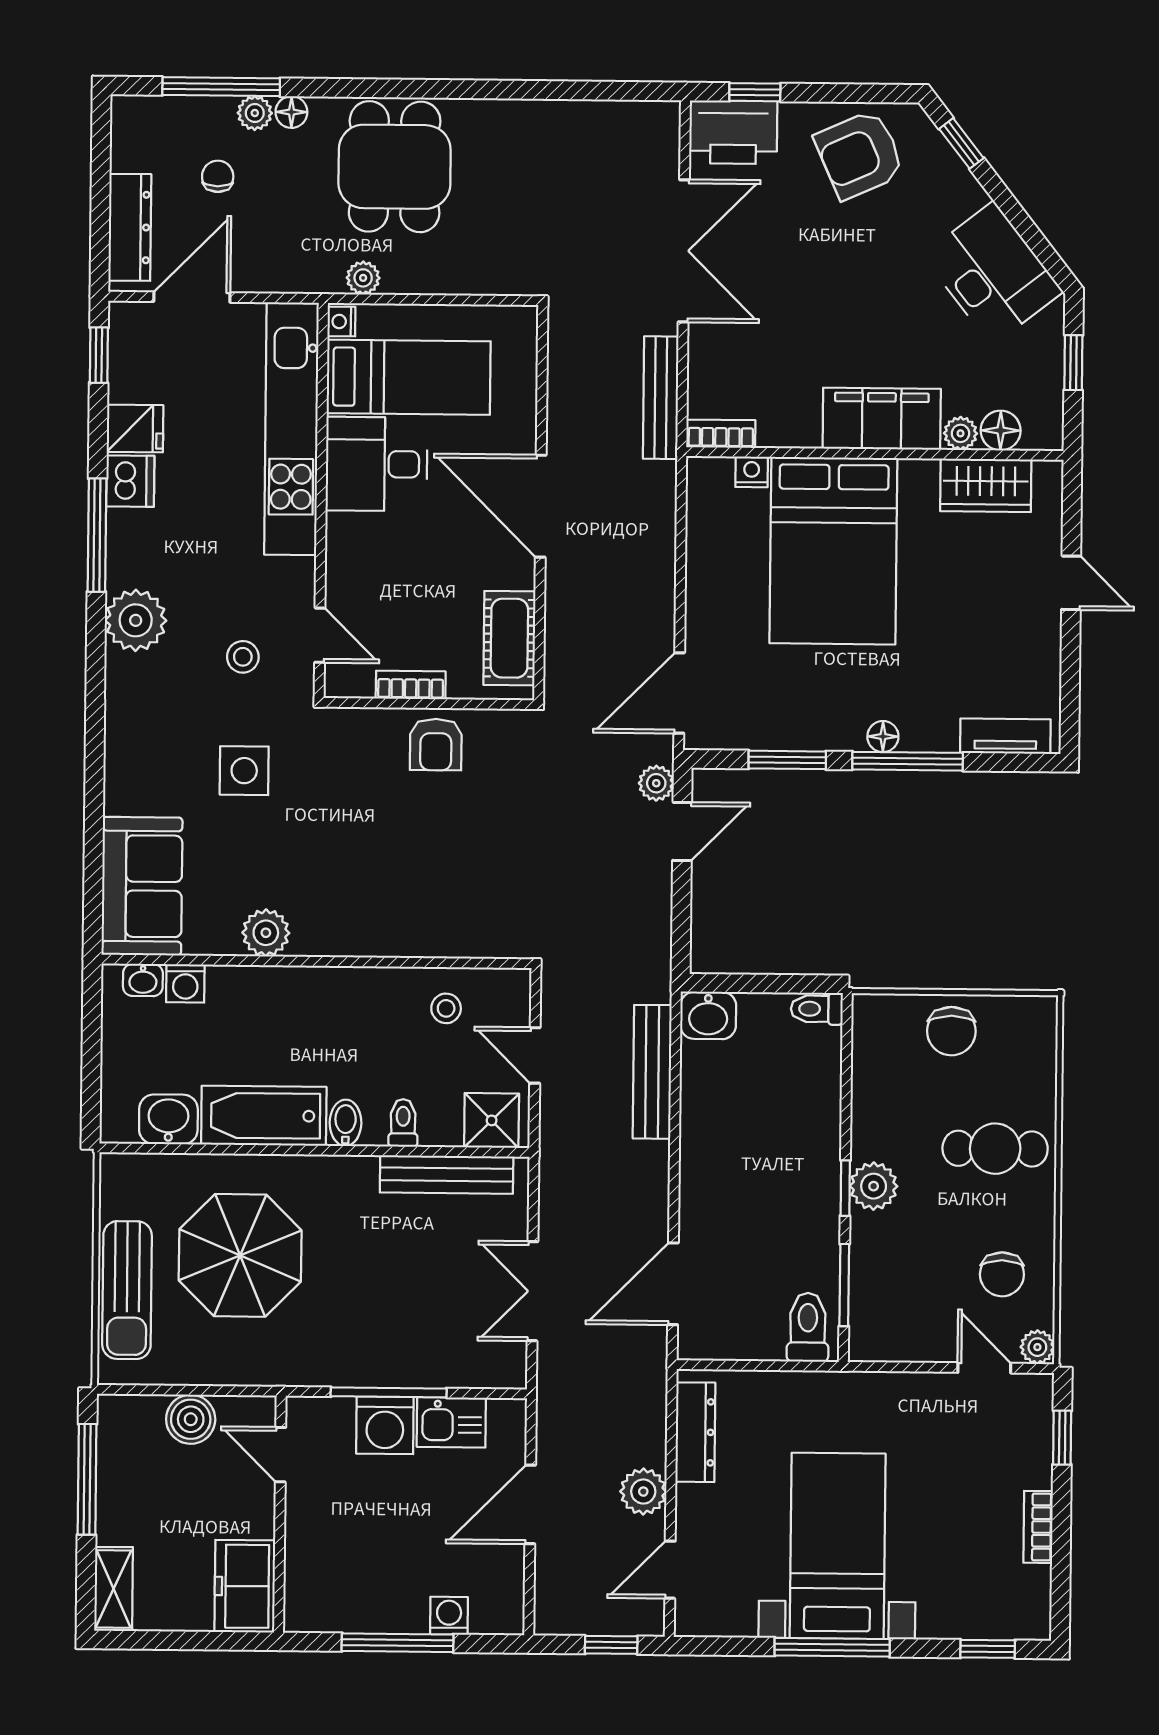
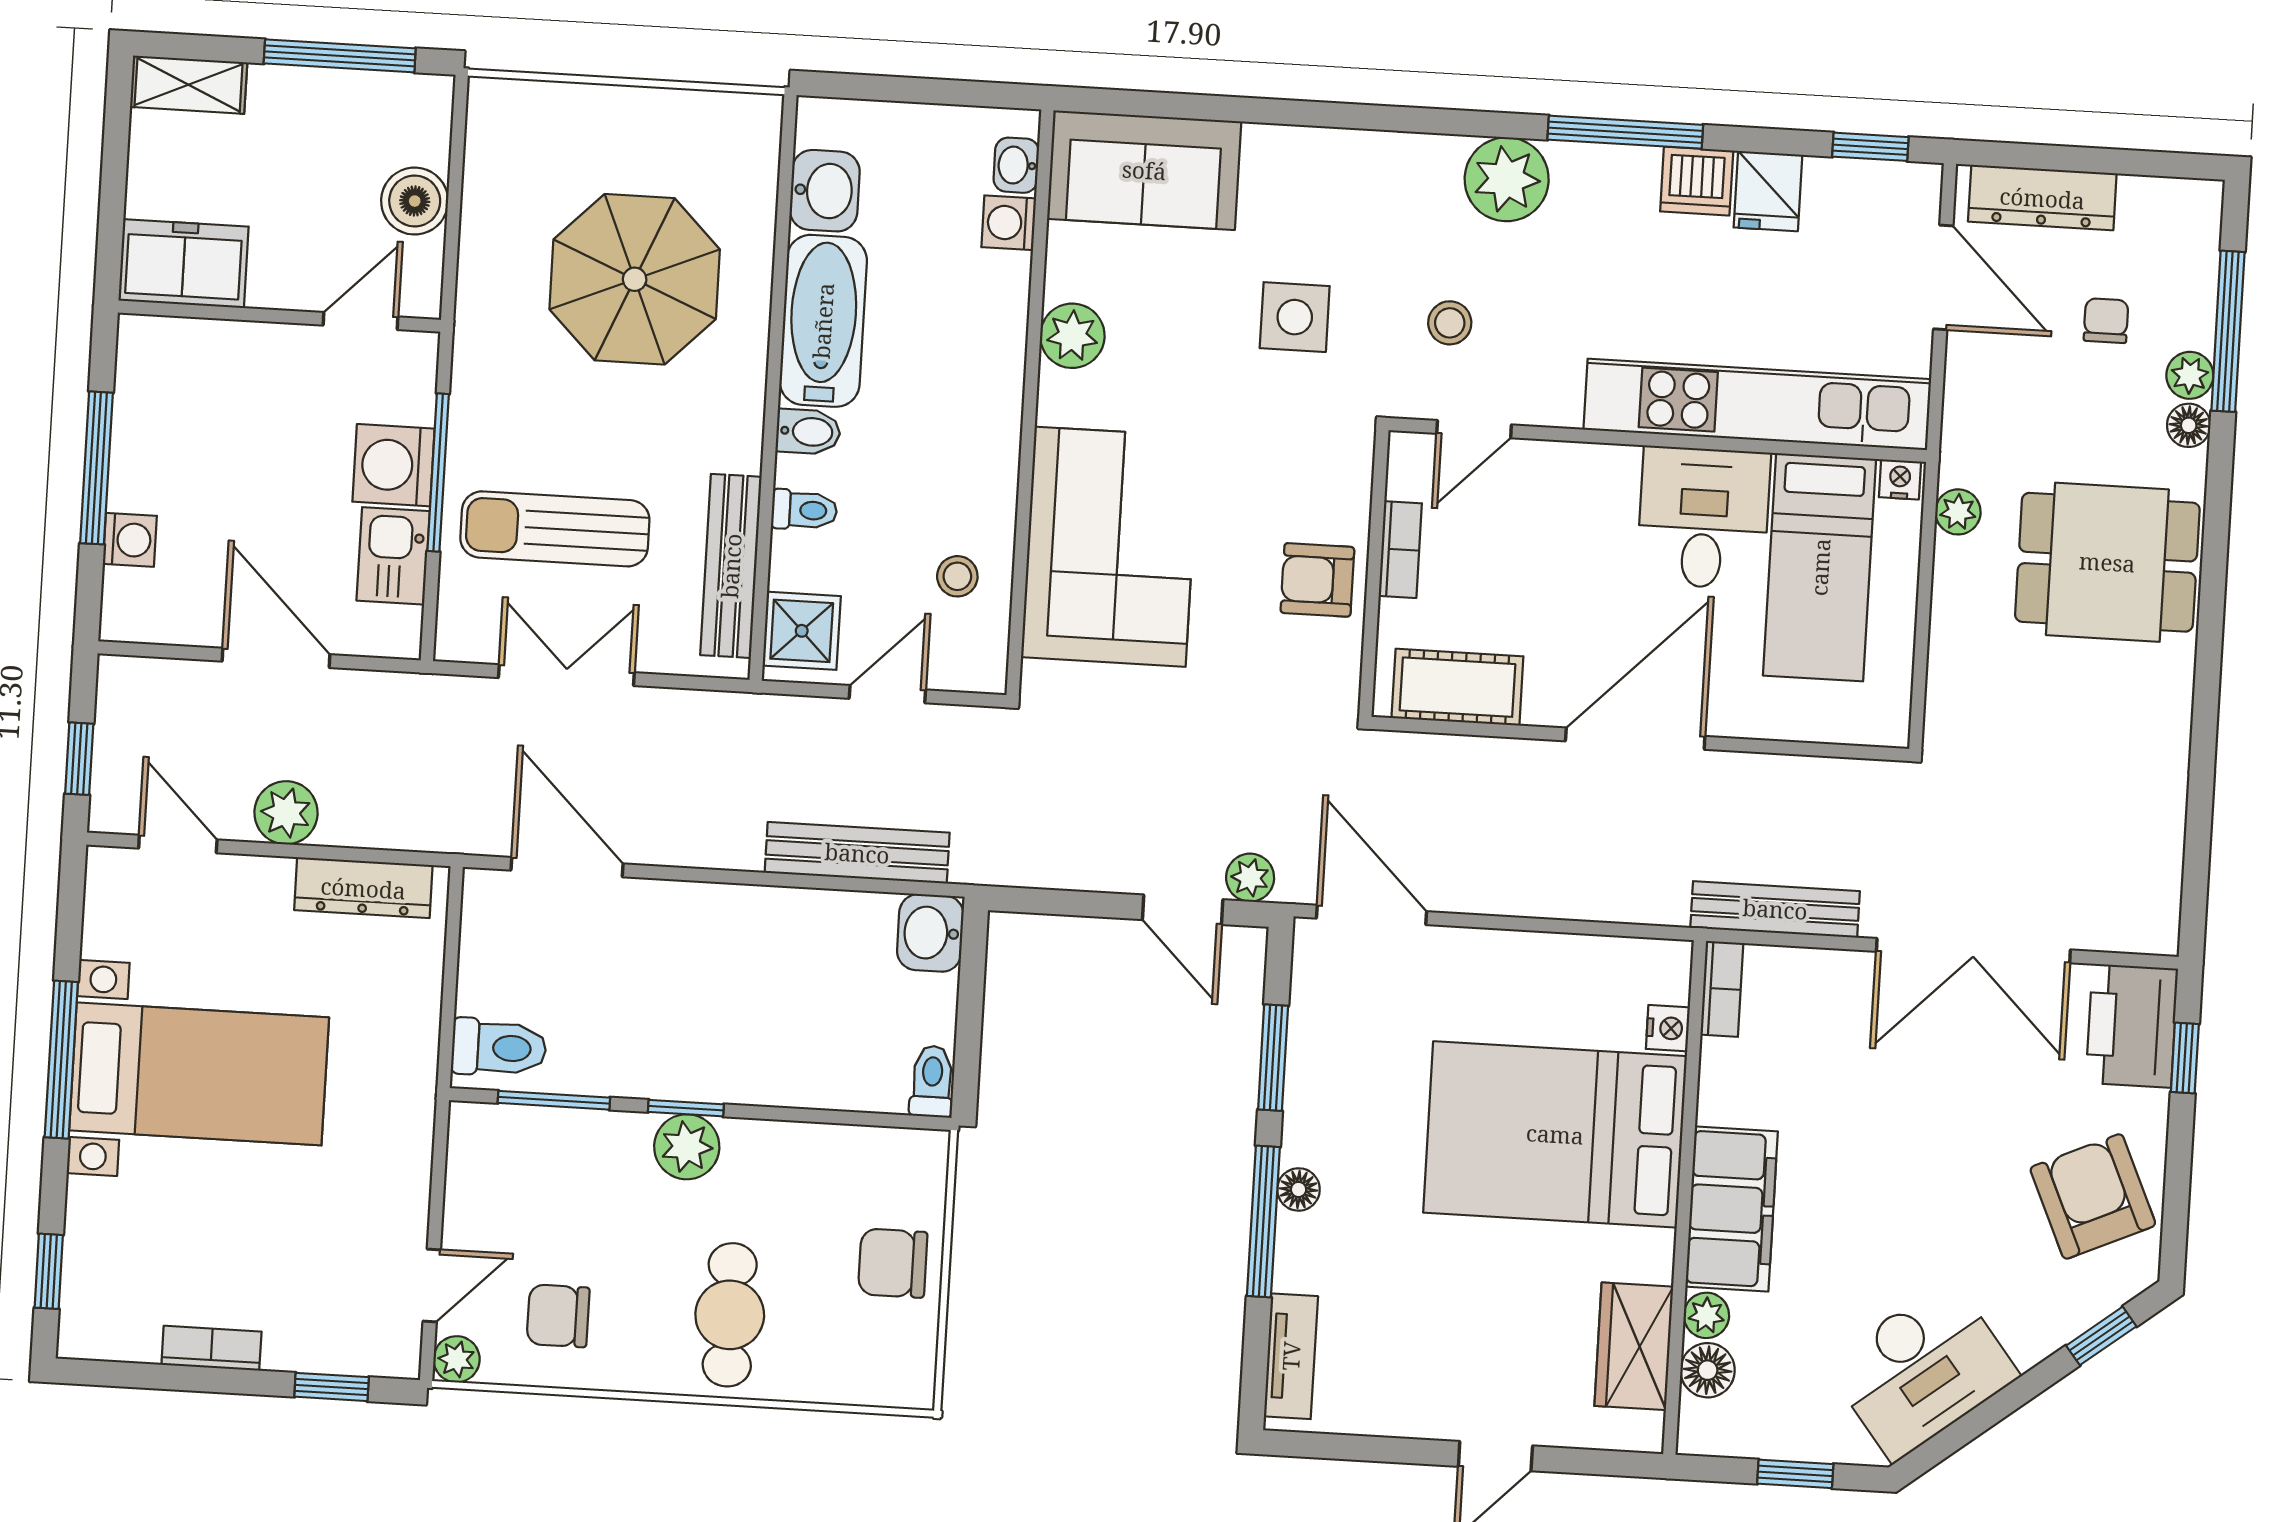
chair: (218, 176) -> (2106, 321), turned -90
corner sofa: (419, 898) -> (1110, 547), added
sun lounger: (127, 1290) -> (555, 529), moved

